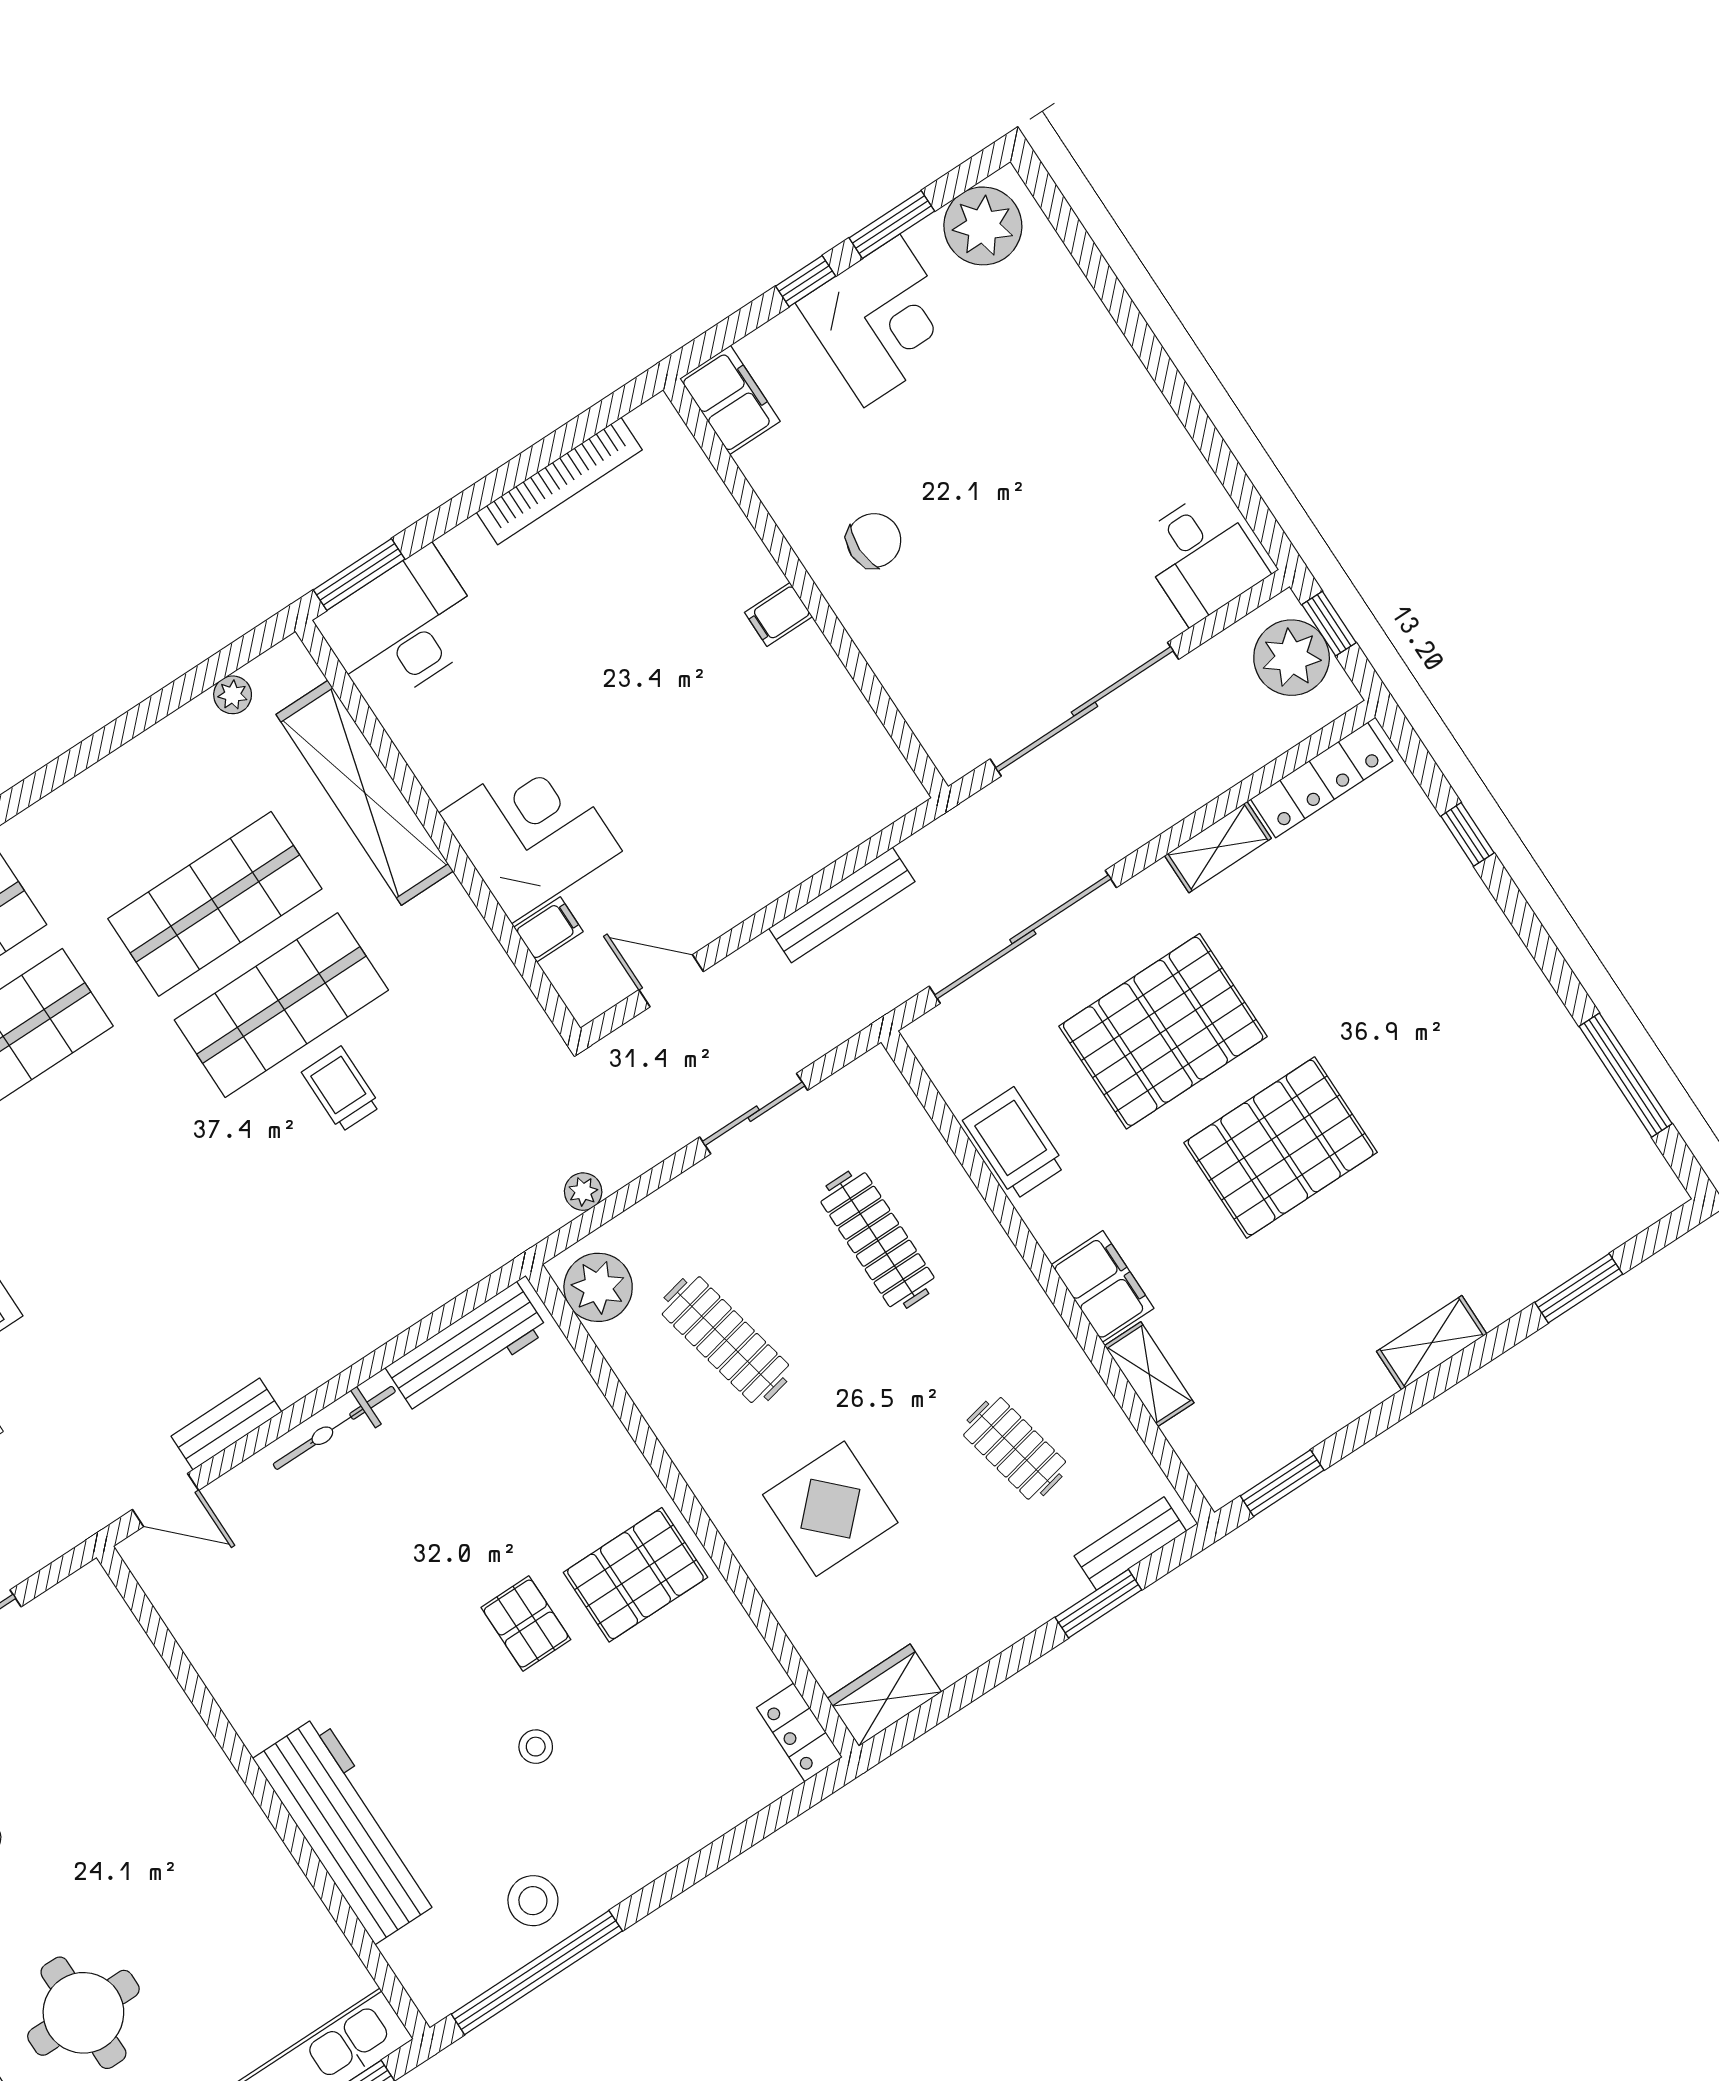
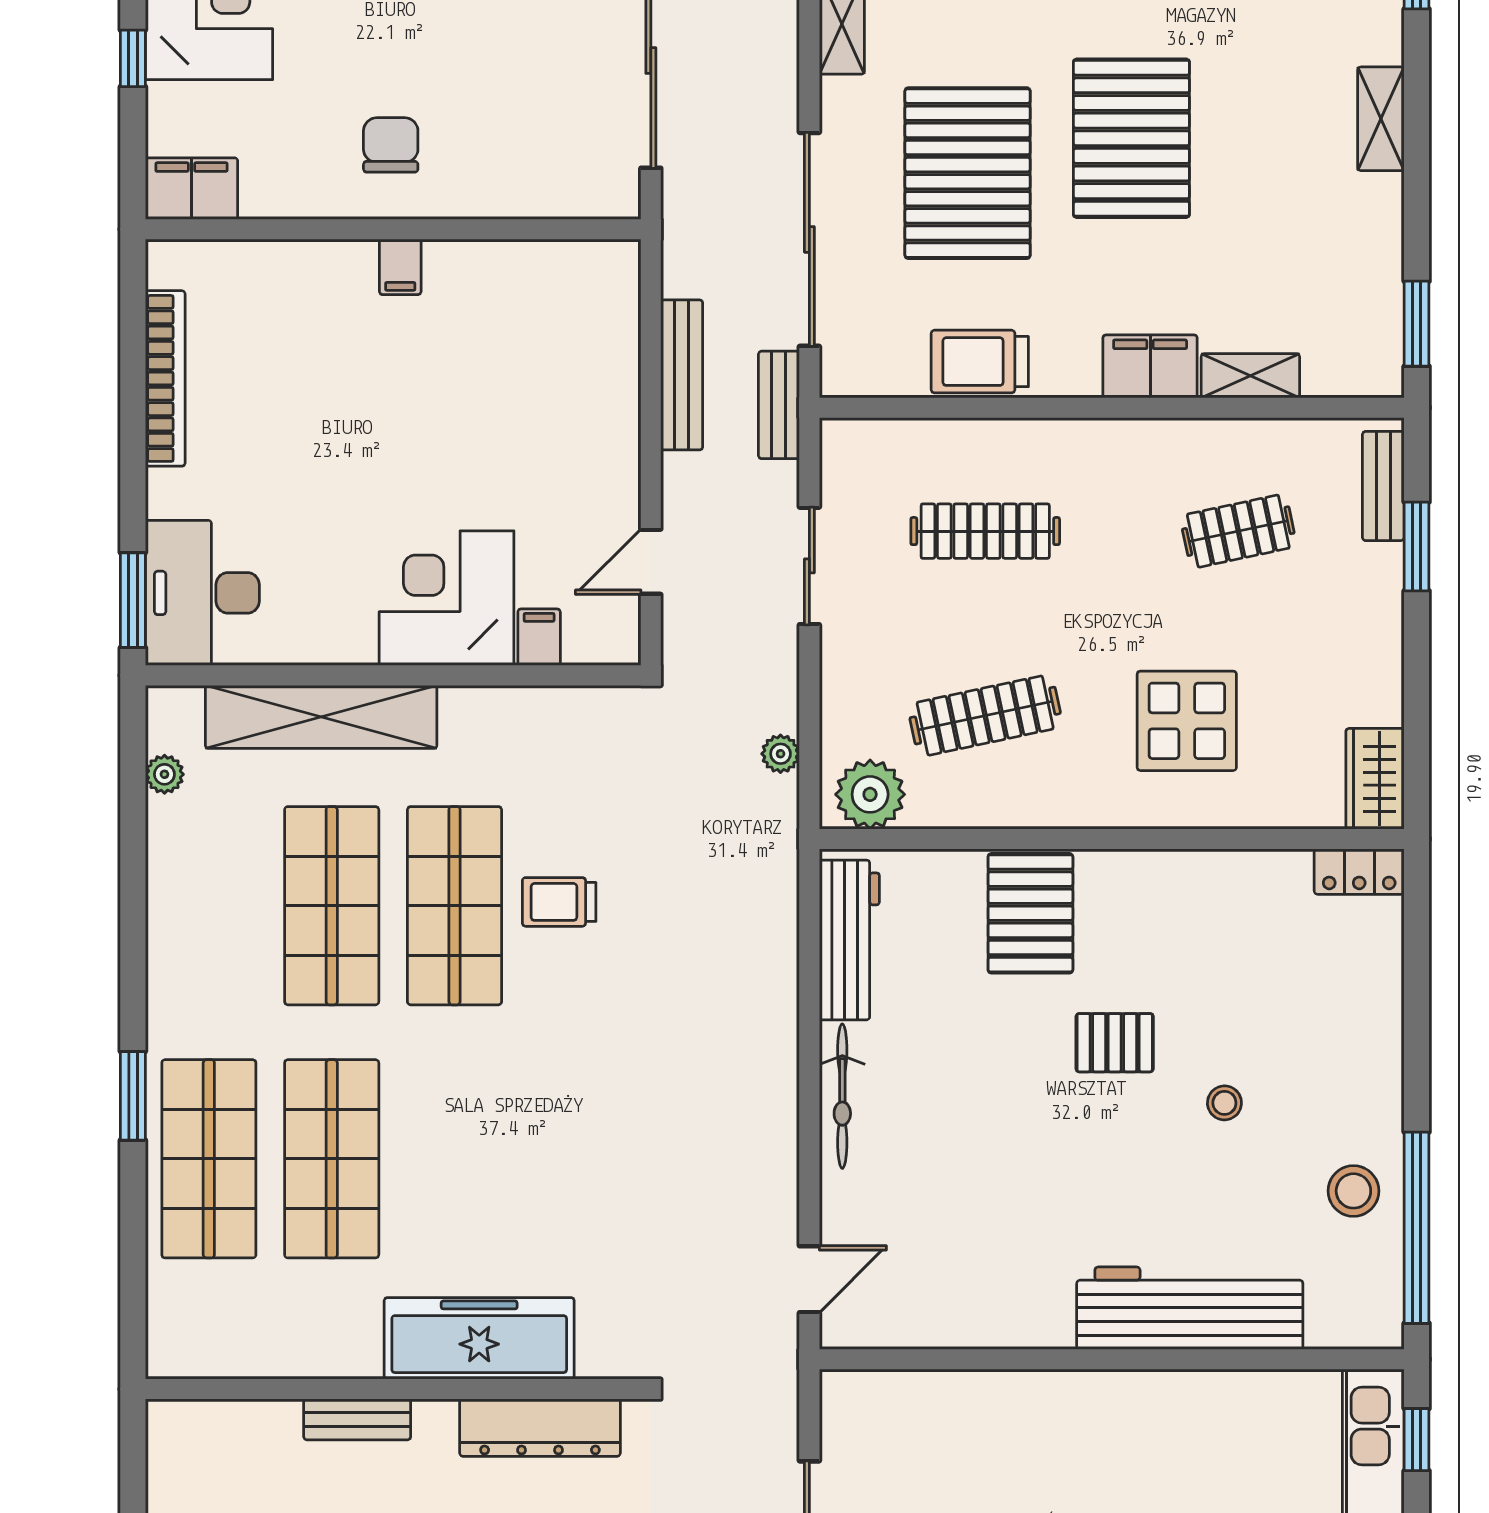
bench: (226, 1424) -> (779, 405), moved
pallet: (635, 1575) -> (1030, 913), moved

